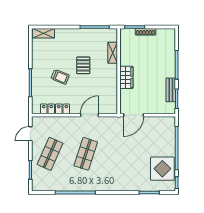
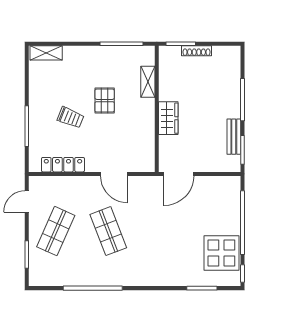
door: (89, 115) -> (114, 174), swing flipped
shop shelf: (86, 154) -> (108, 231), turned -39

